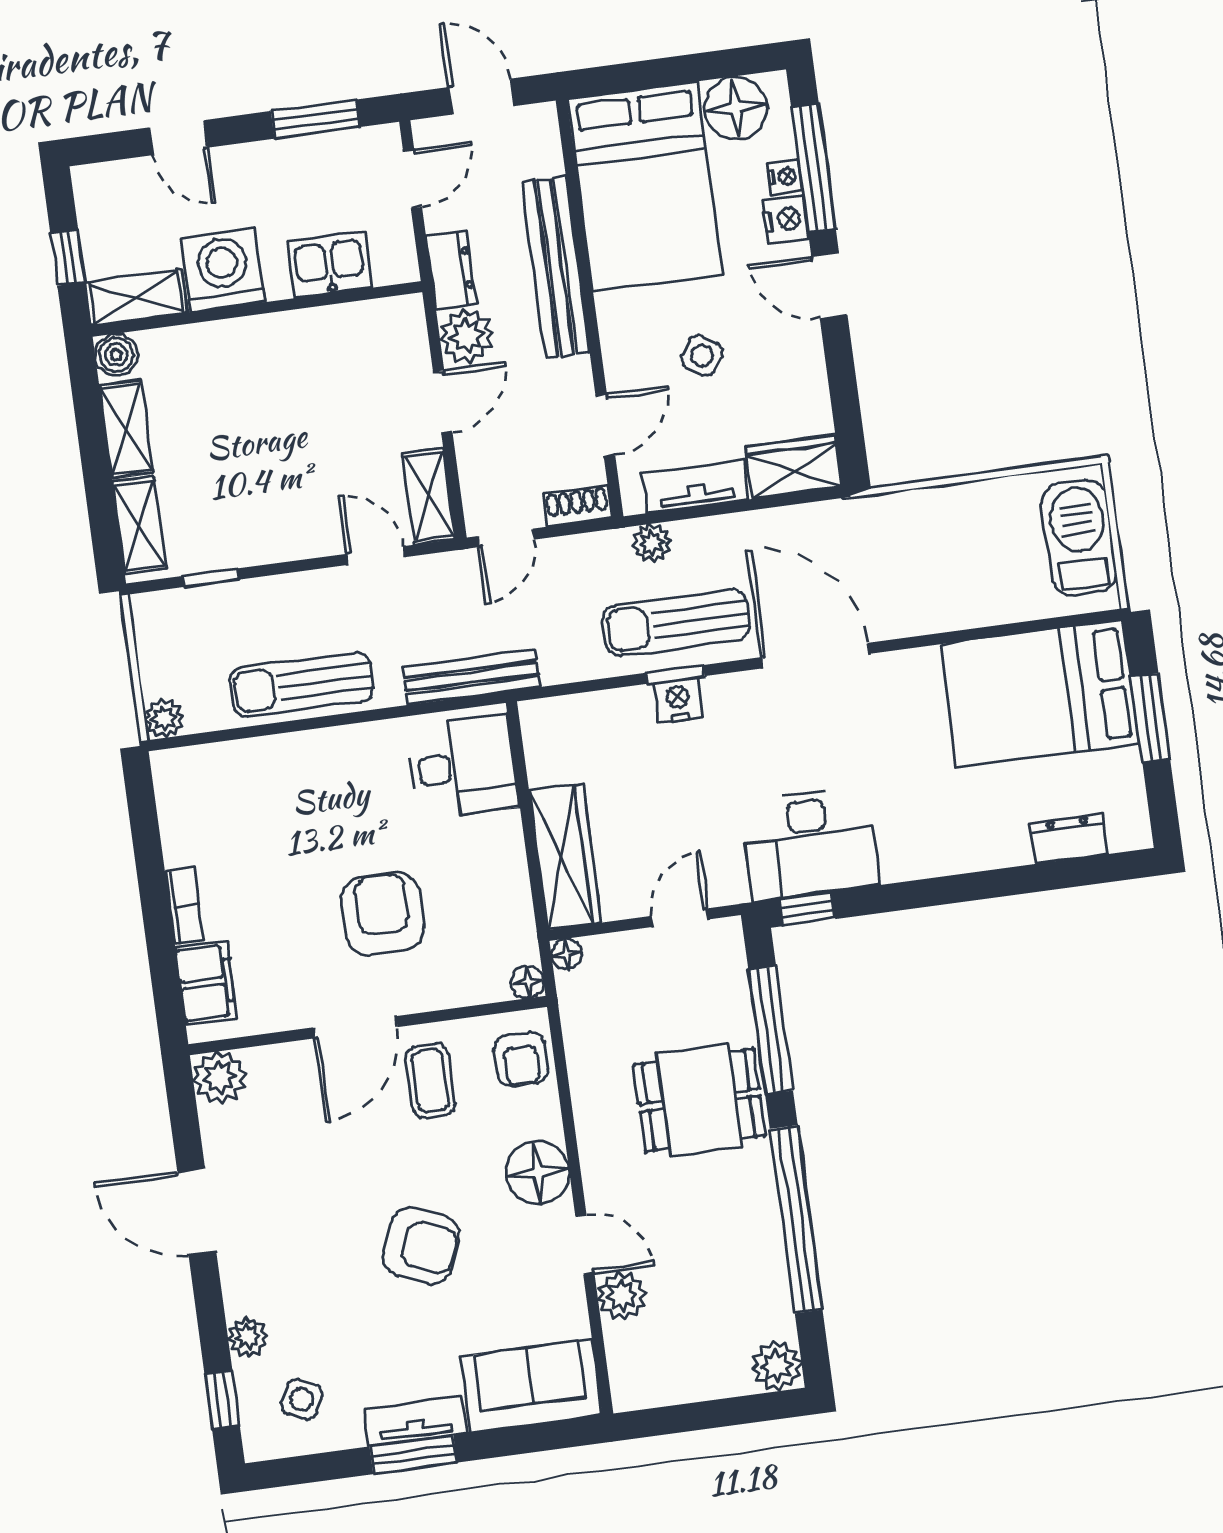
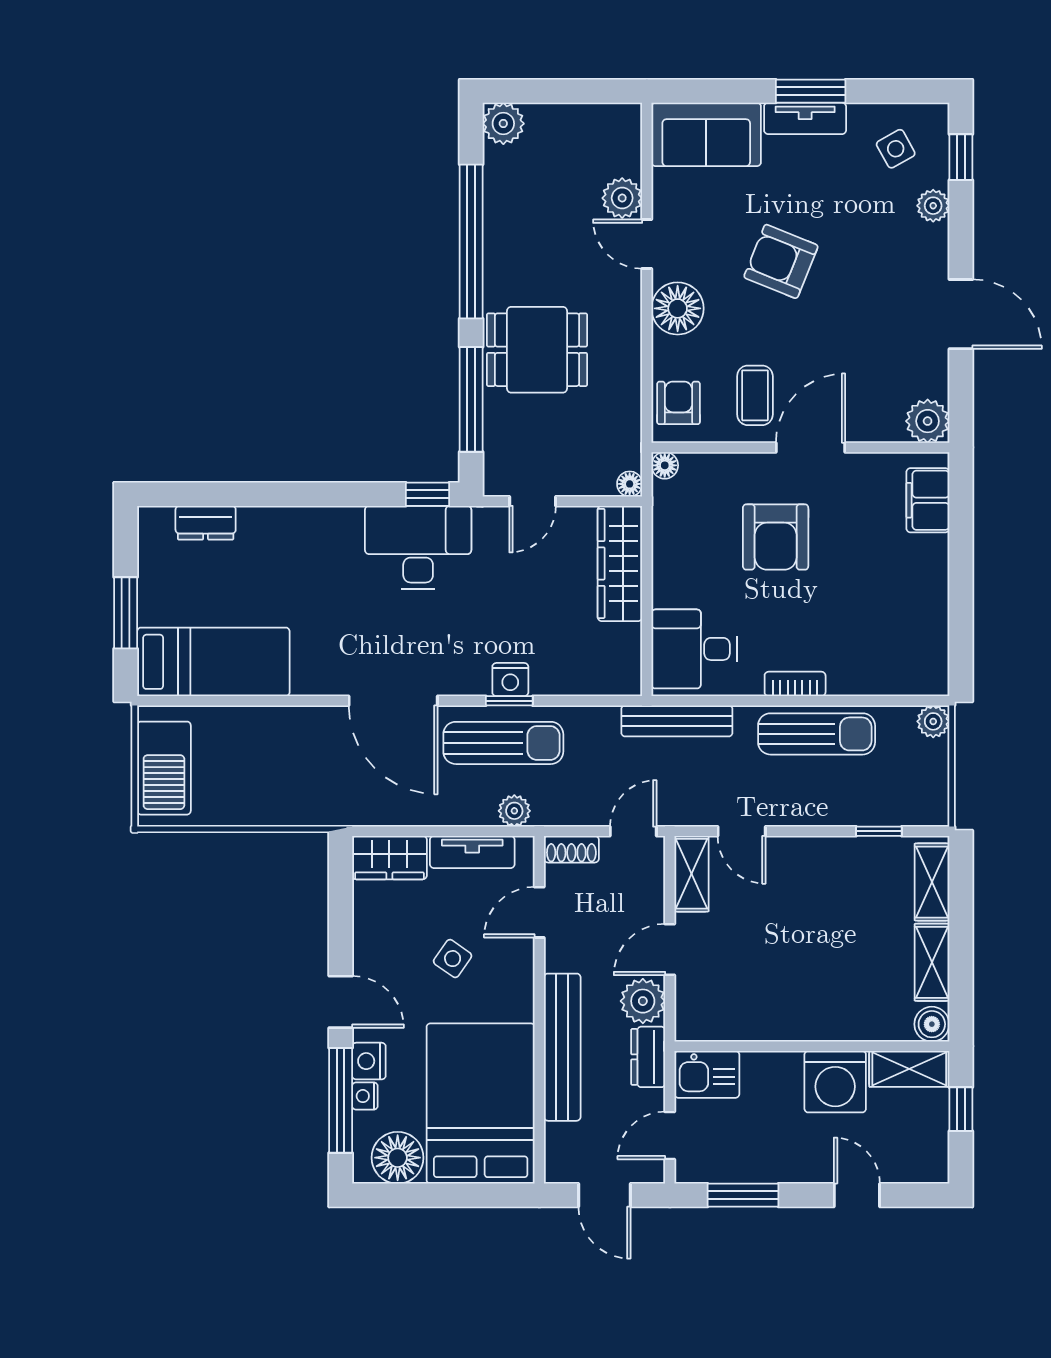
kitchen sink: (330, 265) -> (707, 1074), moved
bed: (1040, 694) -> (213, 662), width x0.67
bookcase: (184, 905) -> (795, 684), moved, turned 90
side table: (302, 1399) -> (896, 149), turned 36

